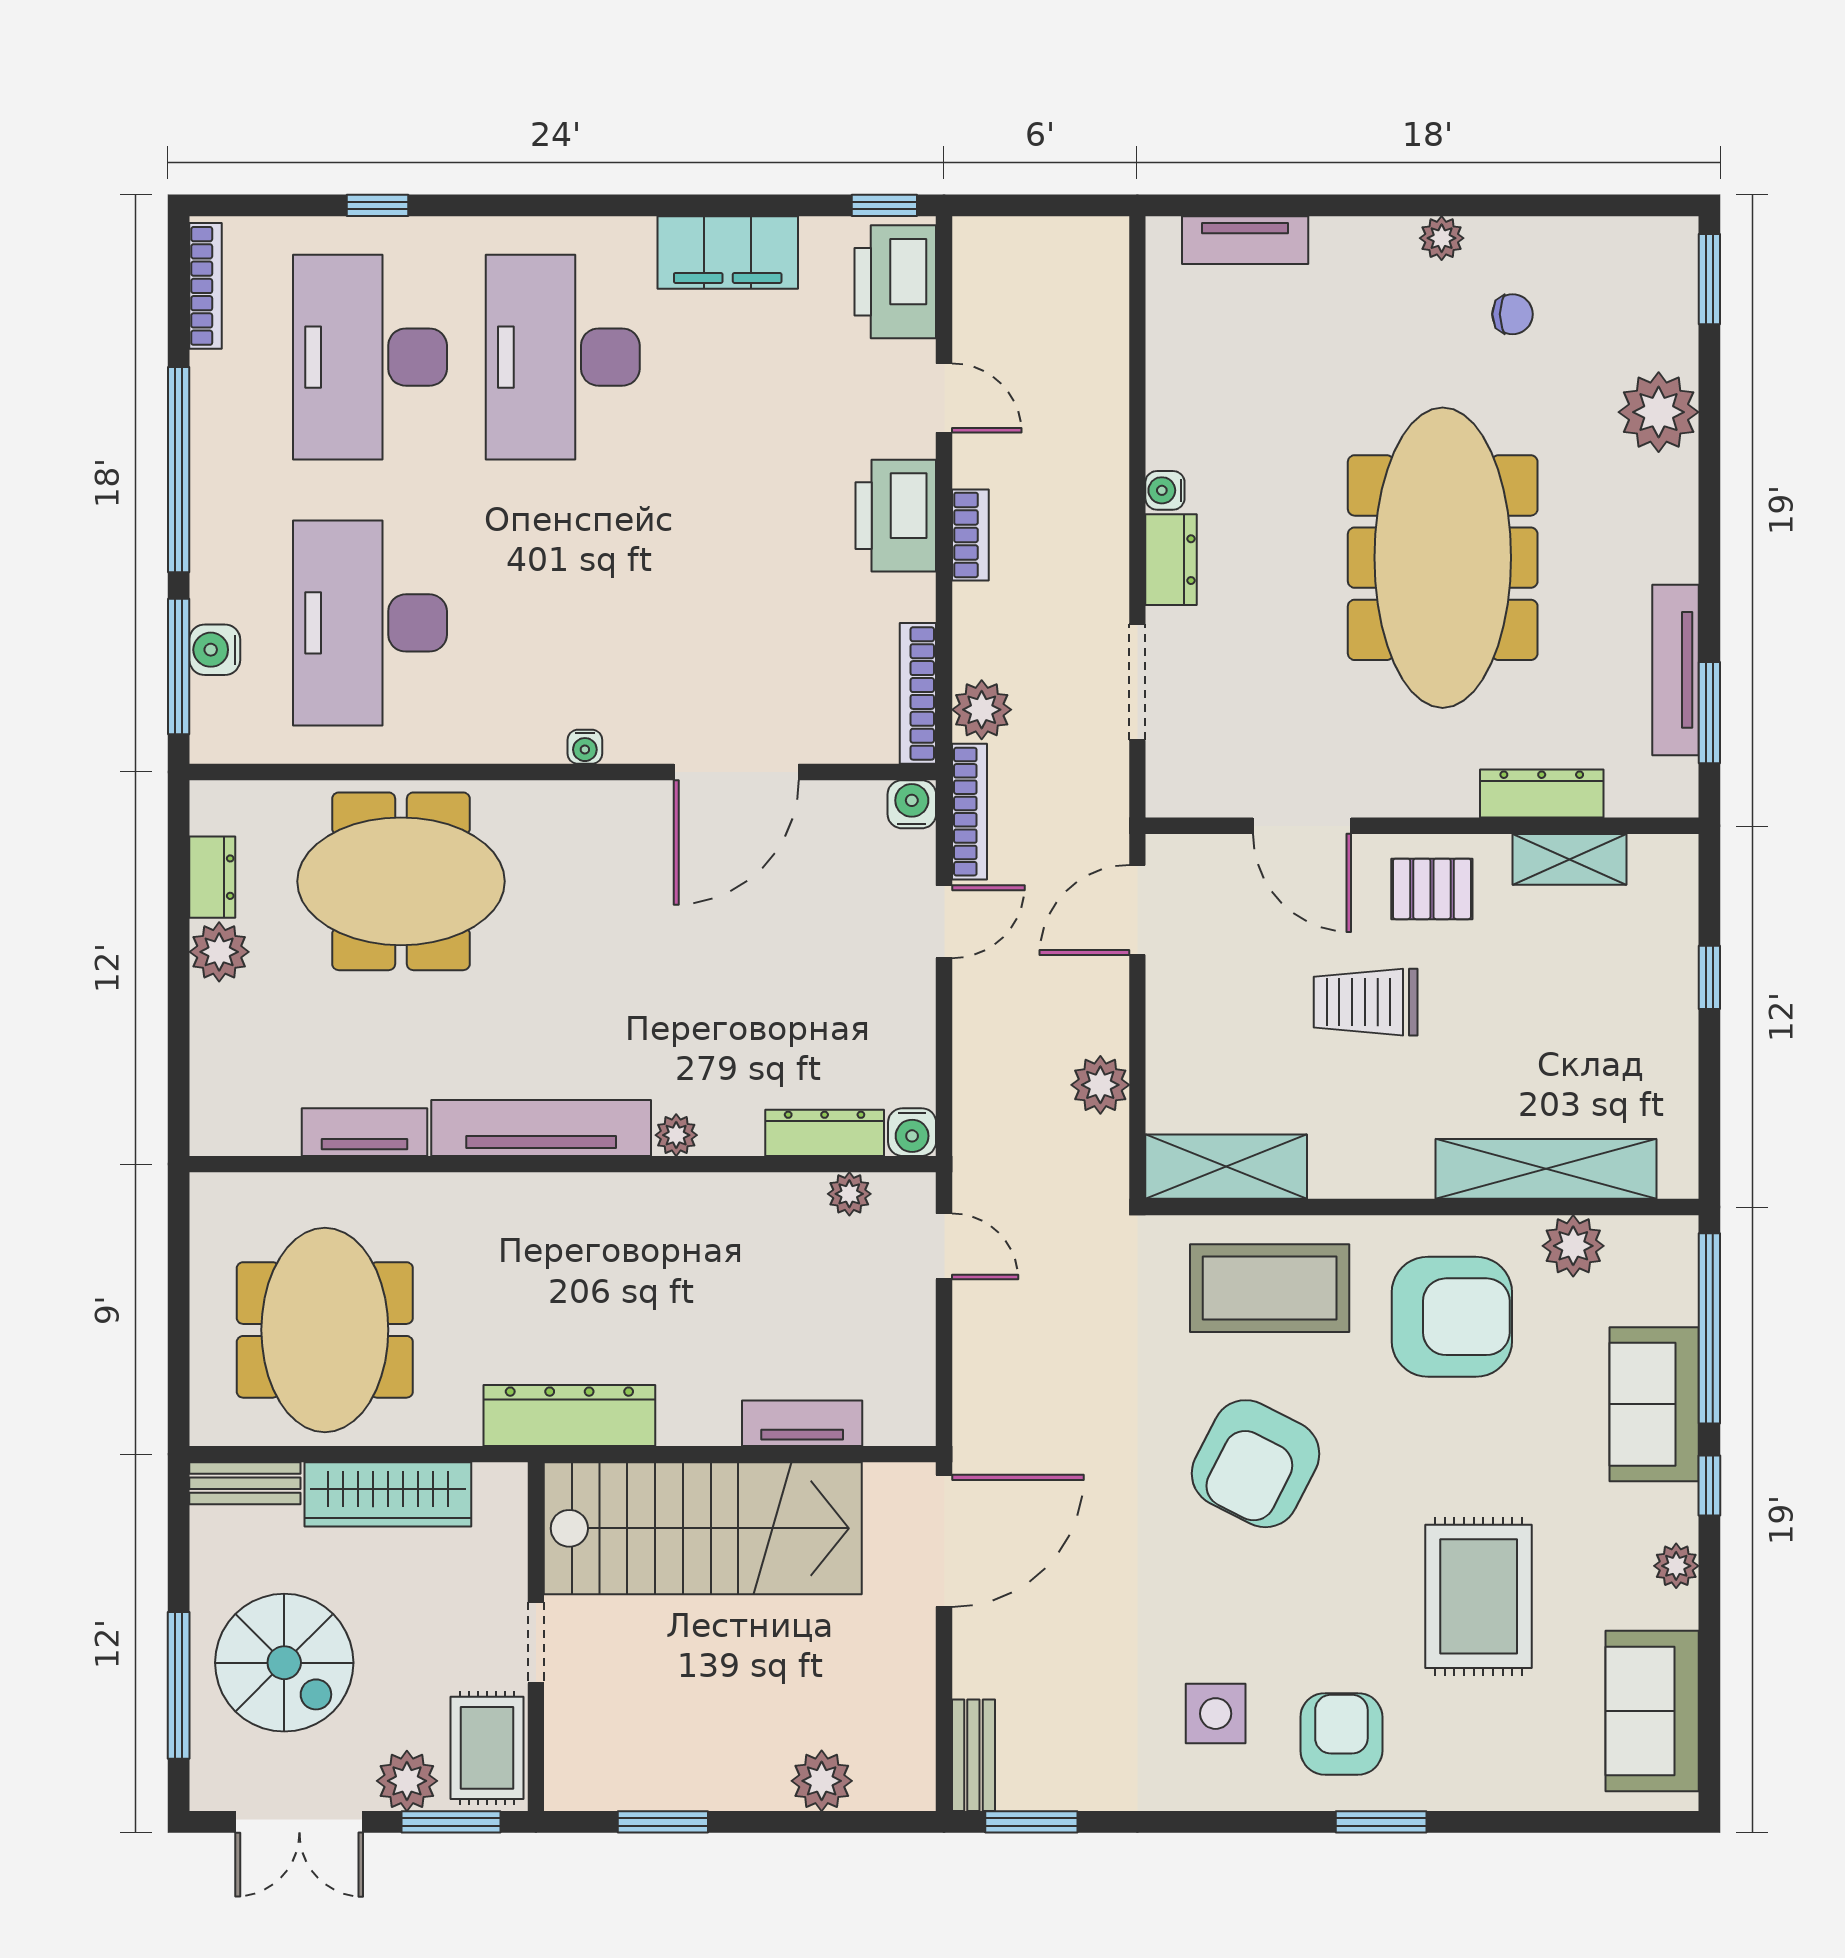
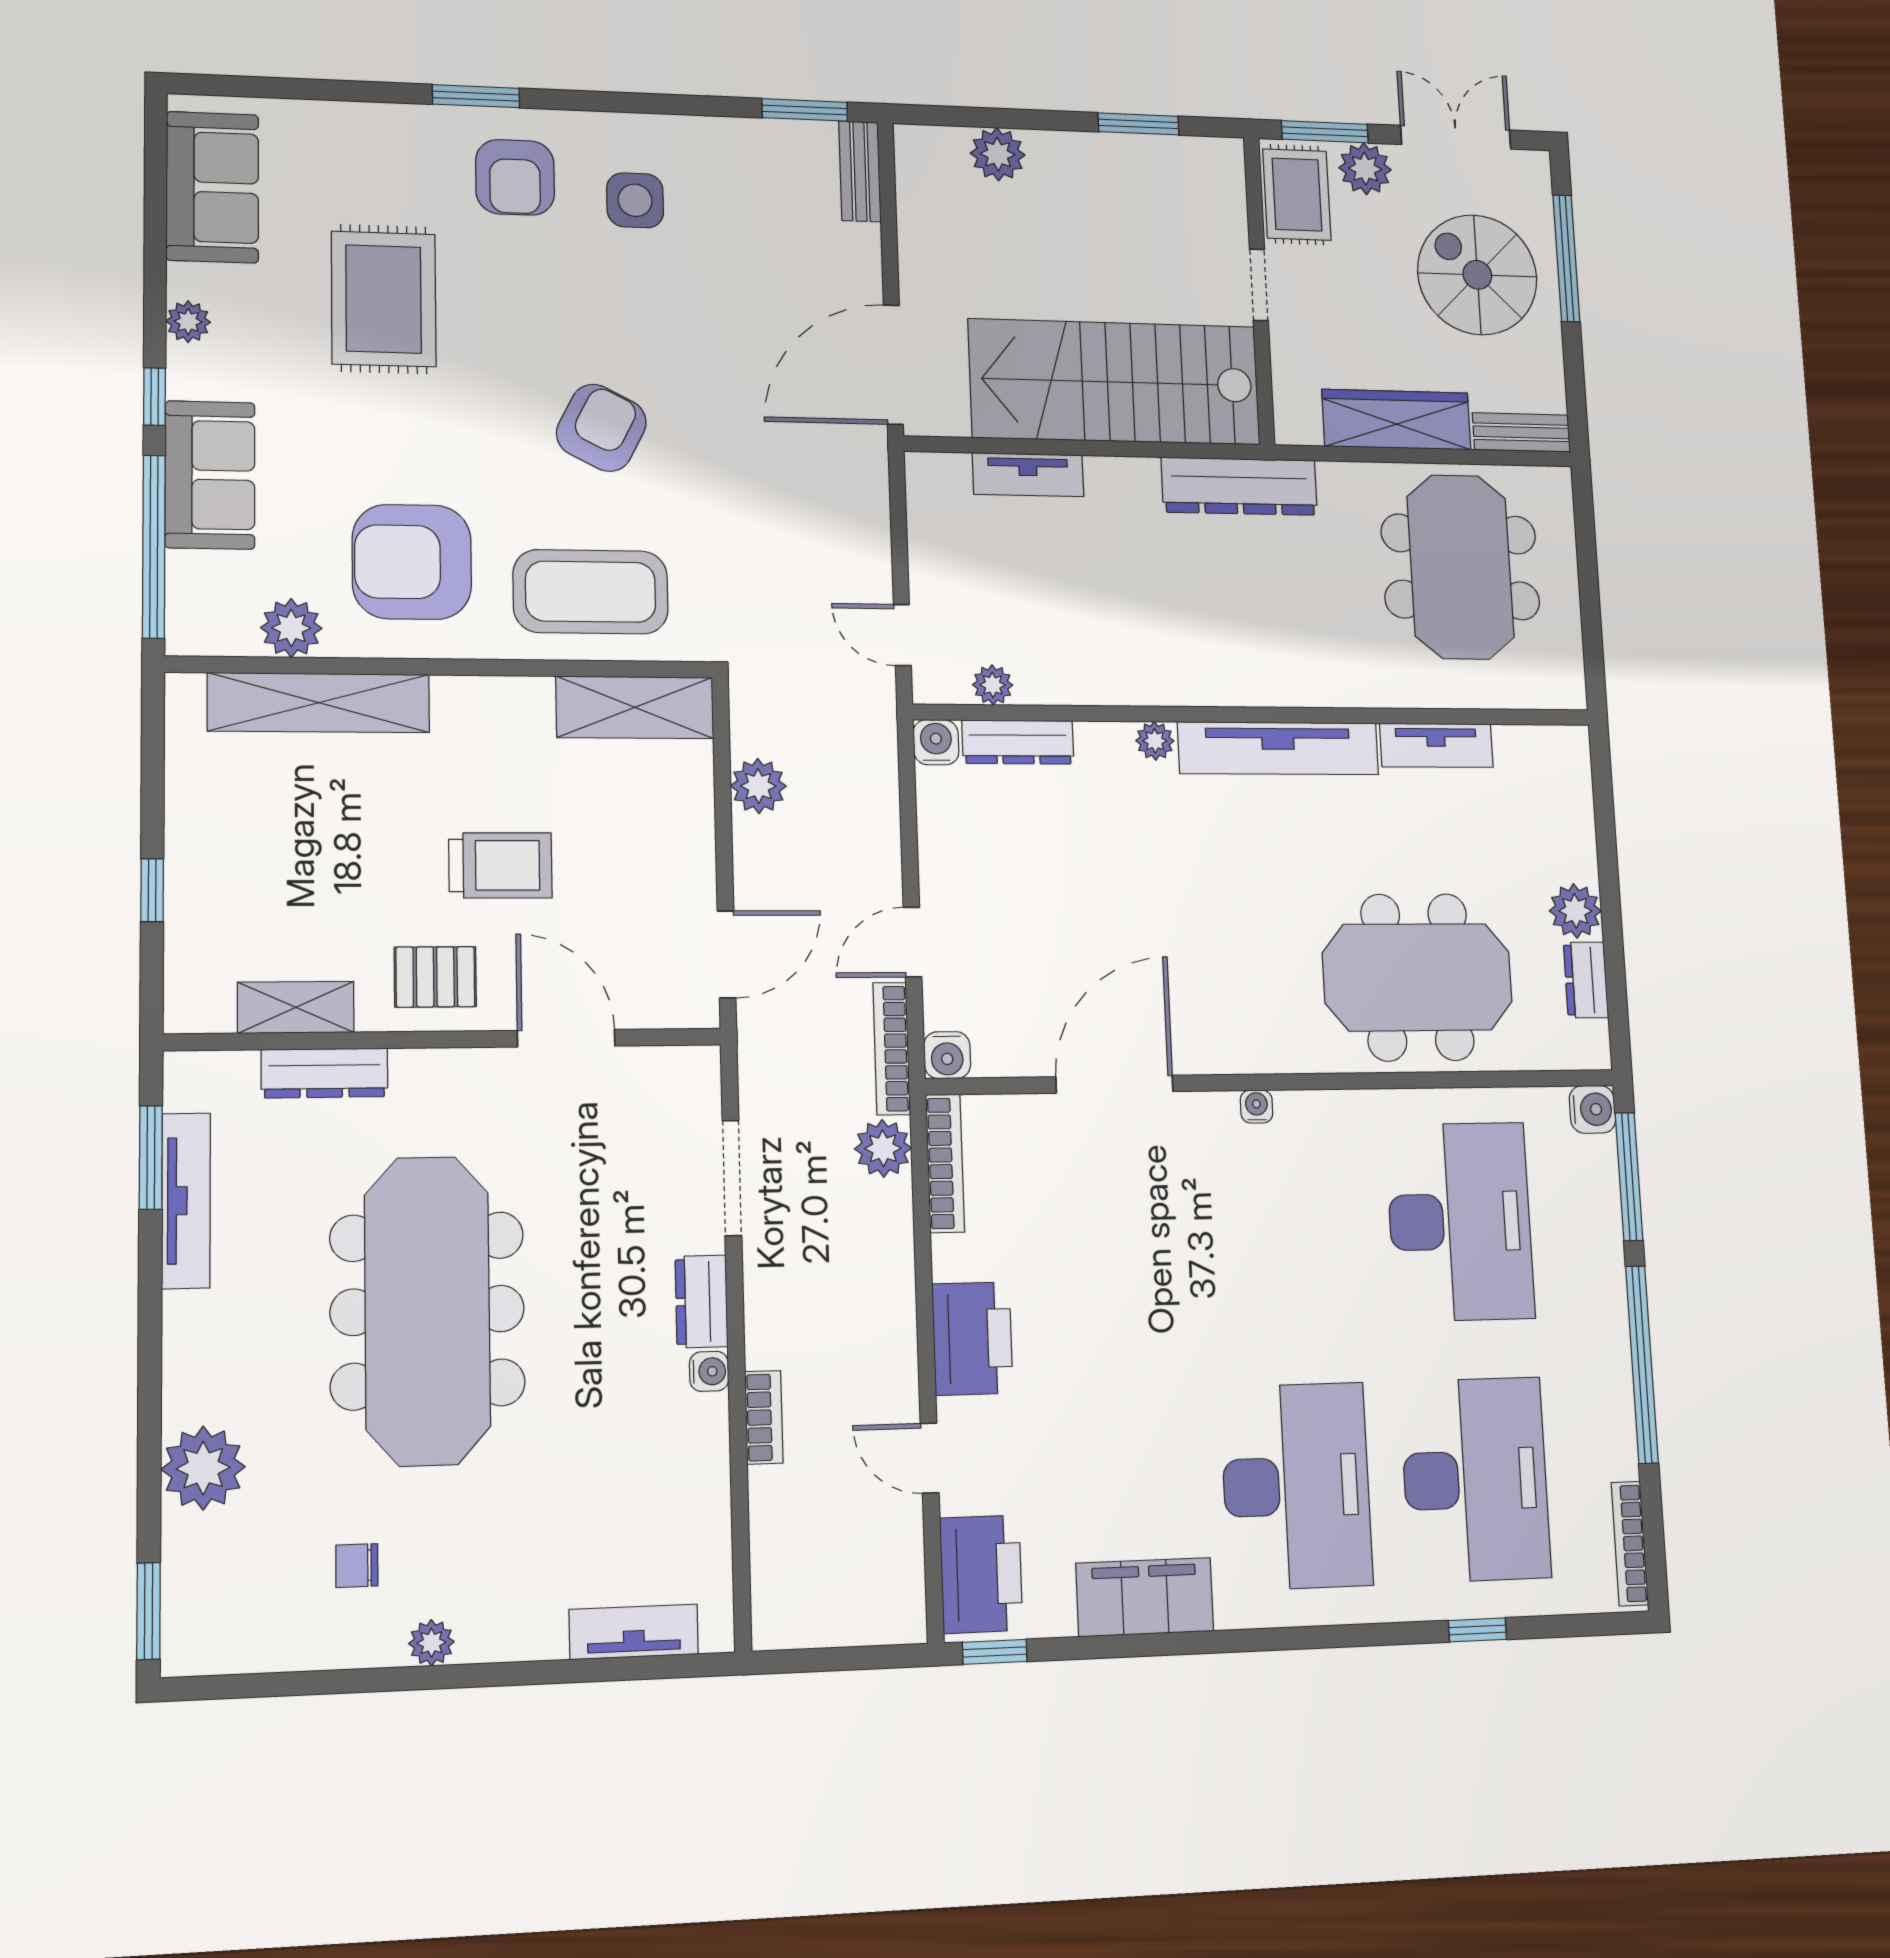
bookcase: (970, 535) -> (764, 1417), moved, turned 180
water cooler: (215, 650) -> (1592, 1109), moved
armchair: (1256, 1464) -> (601, 428), width x0.73, depth x0.73

